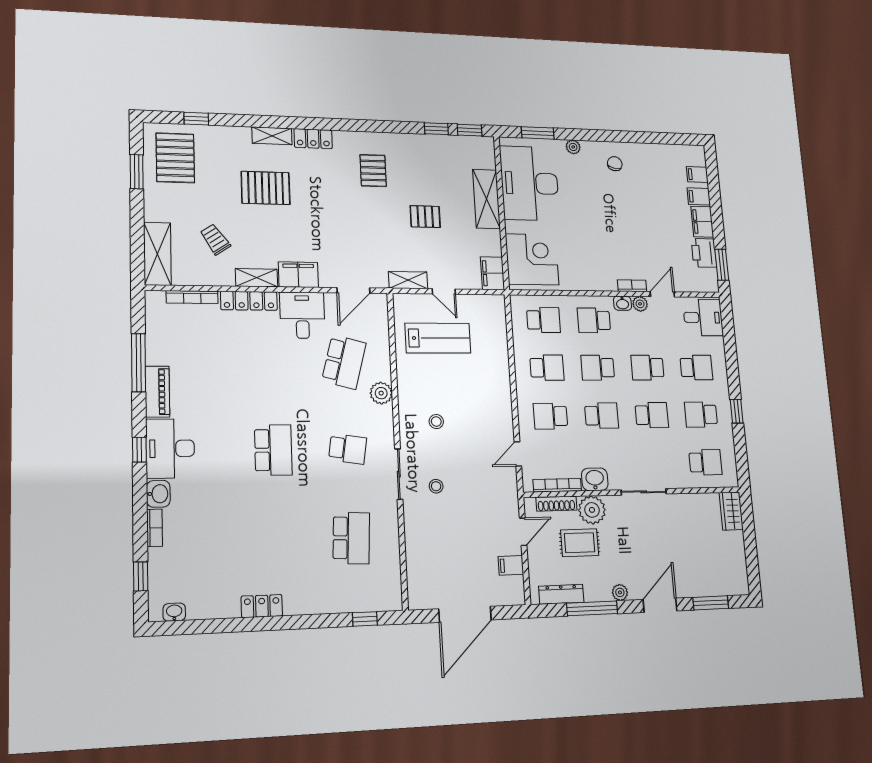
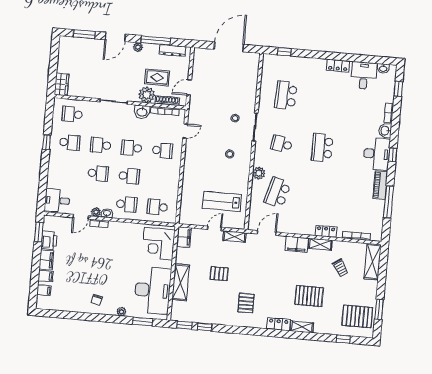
pallet: (175, 158) -> (357, 316), turned 90
door: (444, 291) -> (215, 228), hinge flipped
locker: (249, 301) -> (326, 231), width x0.66
desk: (302, 315) -> (364, 75), moved, turned 180
school desk: (696, 367) -> (67, 171), removed
school desk: (547, 368) -> (160, 179), removed
filing cabinet: (511, 565) -> (199, 70), removed

